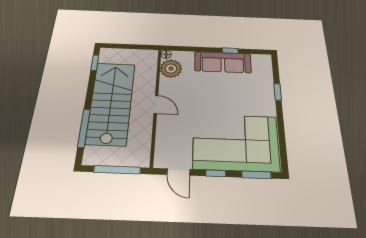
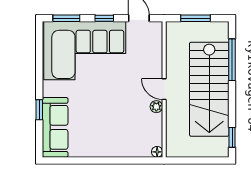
window: (230, 51) -> (87, 160), removed
sofa: (223, 62) -> (55, 127), moved, turned 90
plant: (171, 69) -> (156, 107), moved, width x0.53, depth x0.53
window: (117, 170) -> (195, 18), width x0.69

